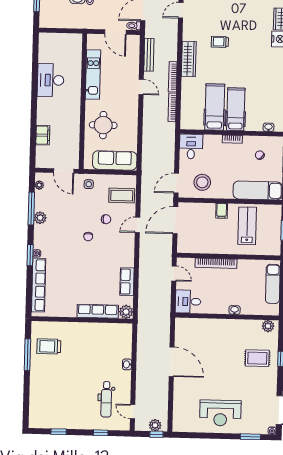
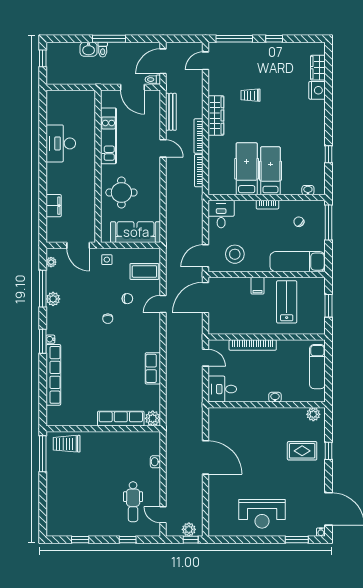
row of seats: (98, 311) -> (121, 419), moved
plant: (126, 312) -> (153, 418), moved
wall: (82, 320) -> (103, 429), moved

